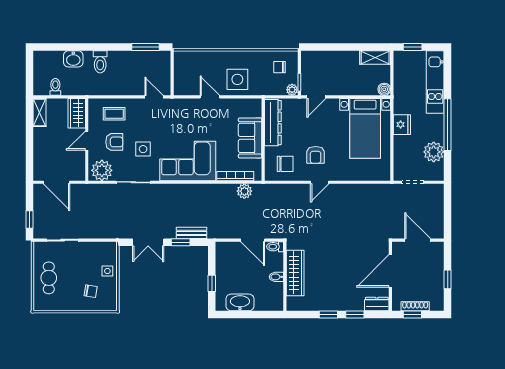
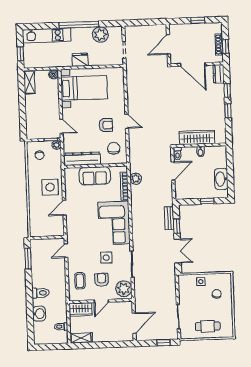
door: (87, 141) -> (101, 301), hinge flipped

